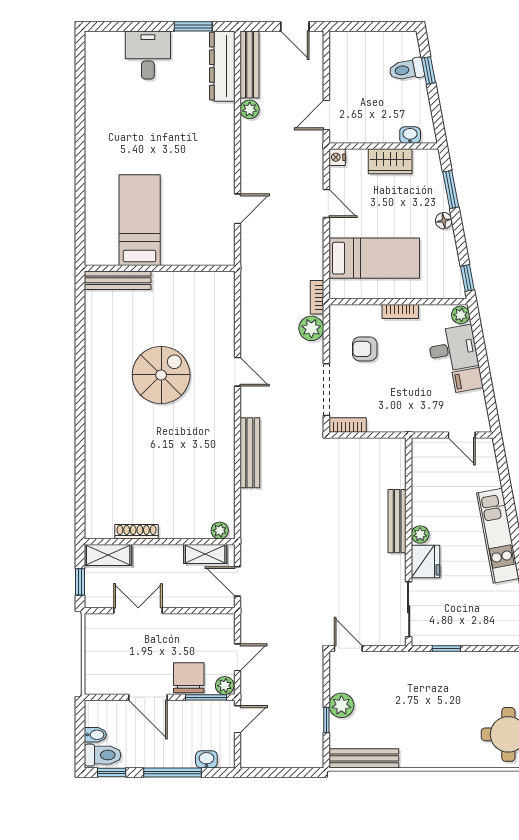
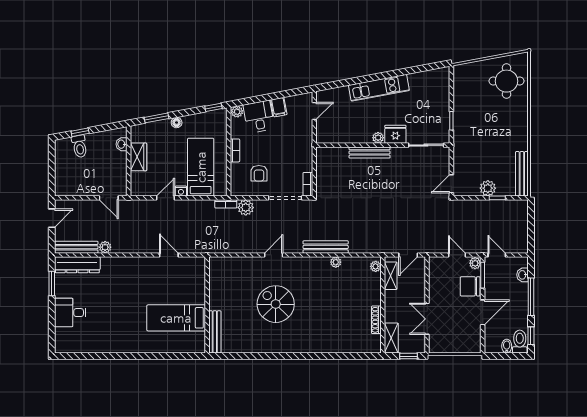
nightstand: (337, 157) -> (181, 191), moved
plant: (226, 469) -> (336, 262), added

